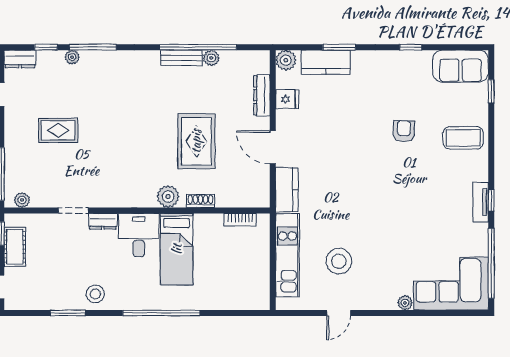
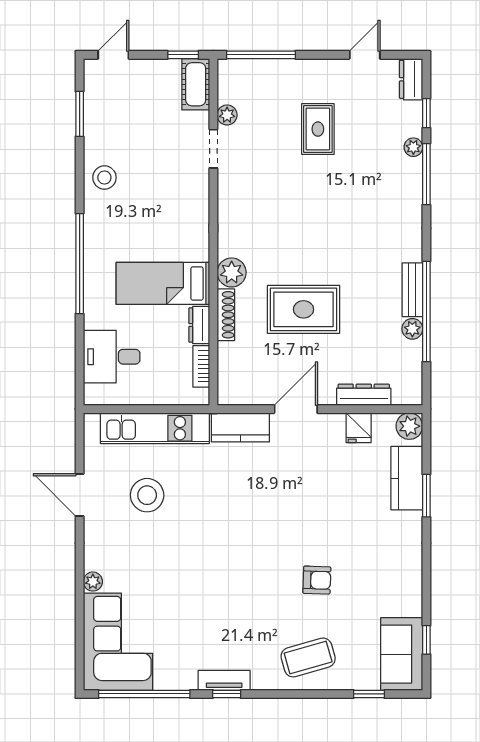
window: (411, 47) -> (426, 640), moved
coffee table: (463, 138) -> (308, 657), turned 74
plant: (22, 200) -> (227, 115), moved
shoe rack: (200, 201) -> (226, 315), width x1.43
dresser: (103, 221) -> (199, 325), moved
desk: (139, 235) -> (112, 357), moved, turned 180
cot: (15, 247) -> (196, 84), moved, turned 90
window: (68, 313) -> (80, 114), moved
door: (339, 313) -> (80, 495), width x1.38

